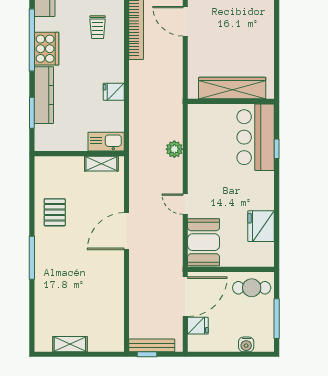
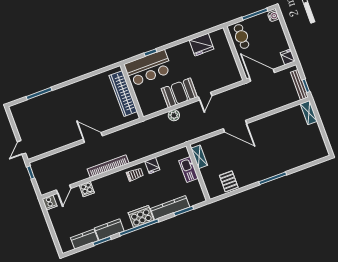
door: (185, 21) -> (93, 137), swing flipped
trolley: (98, 27) -> (135, 174), moved
kitchen sink: (106, 142) -> (189, 170), moved
pallet: (55, 212) -> (229, 181), moved, turned 90
booth: (204, 242) -> (179, 93), moved
fridge: (198, 326) -> (288, 57), moved
shelving: (70, 344) -> (309, 113), moved
water cooler: (246, 344) -> (273, 16), moved

